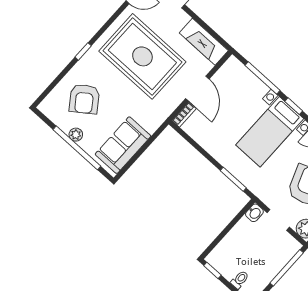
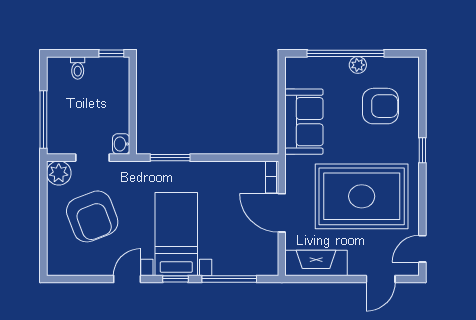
armchair: (84, 99) -> (380, 106), turned 126
sofa: (123, 145) -> (304, 122), moved

